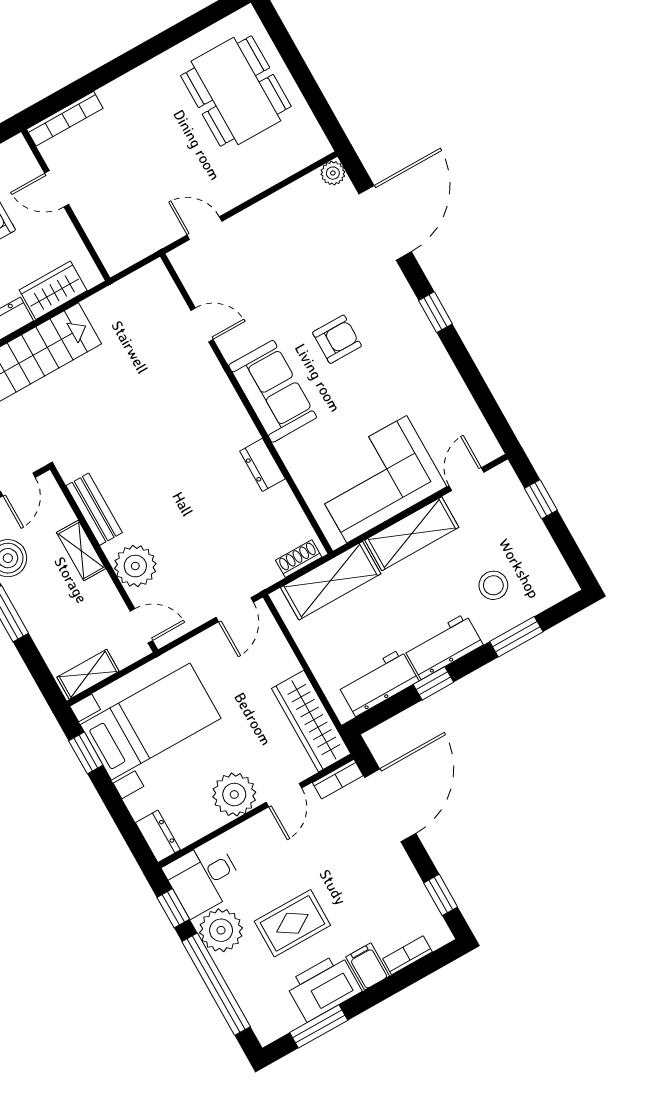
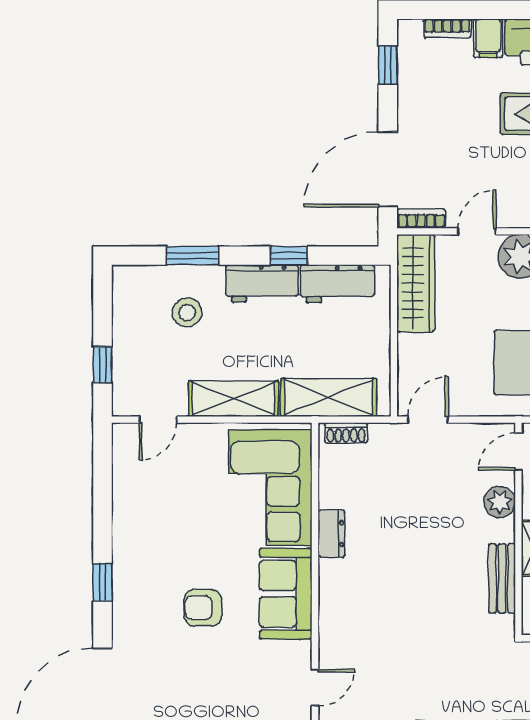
door: (202, 325) -> (315, 688), swing flipped
corner sofa: (377, 479) -> (270, 488), moved, turned 90
plant: (135, 566) -> (500, 502), width x0.73, depth x0.73
door: (141, 626) -> (518, 452), hinge flipped

